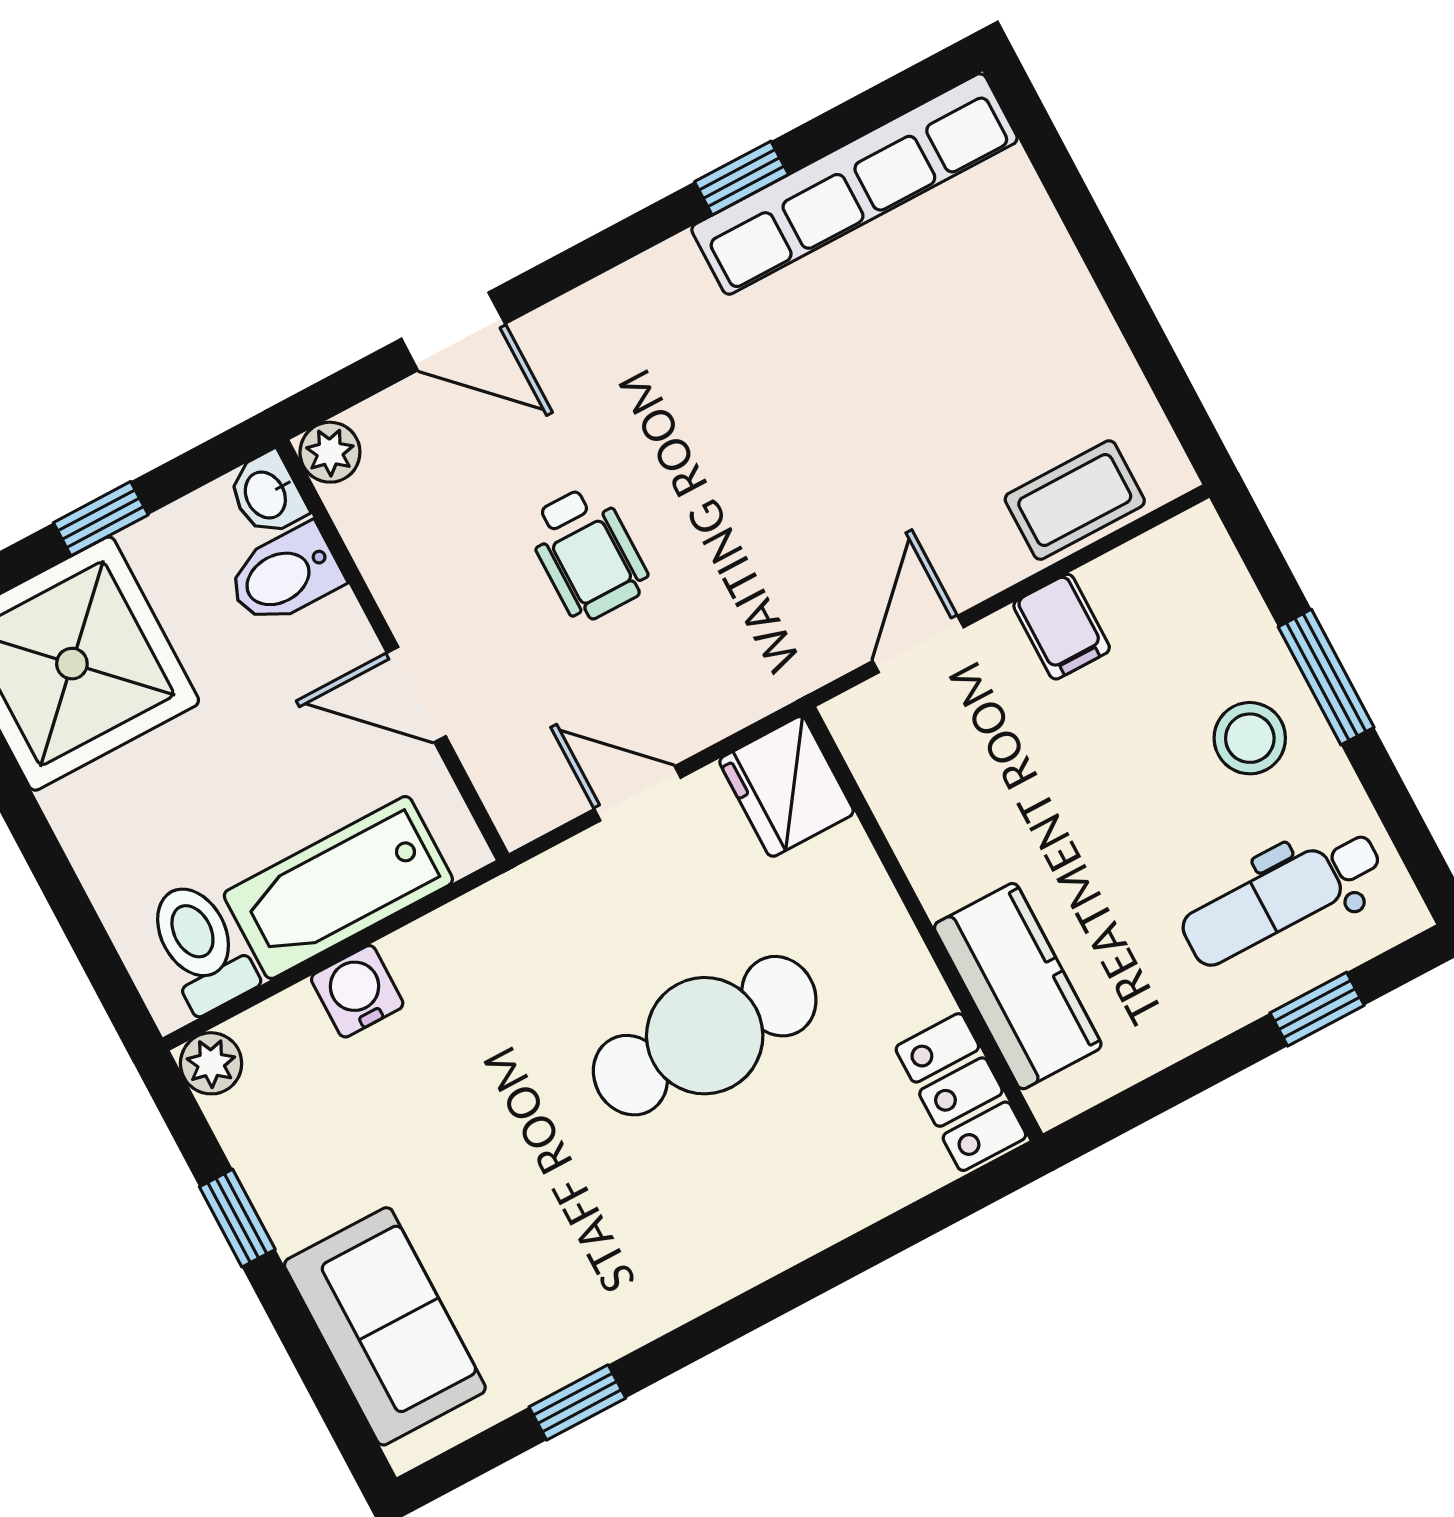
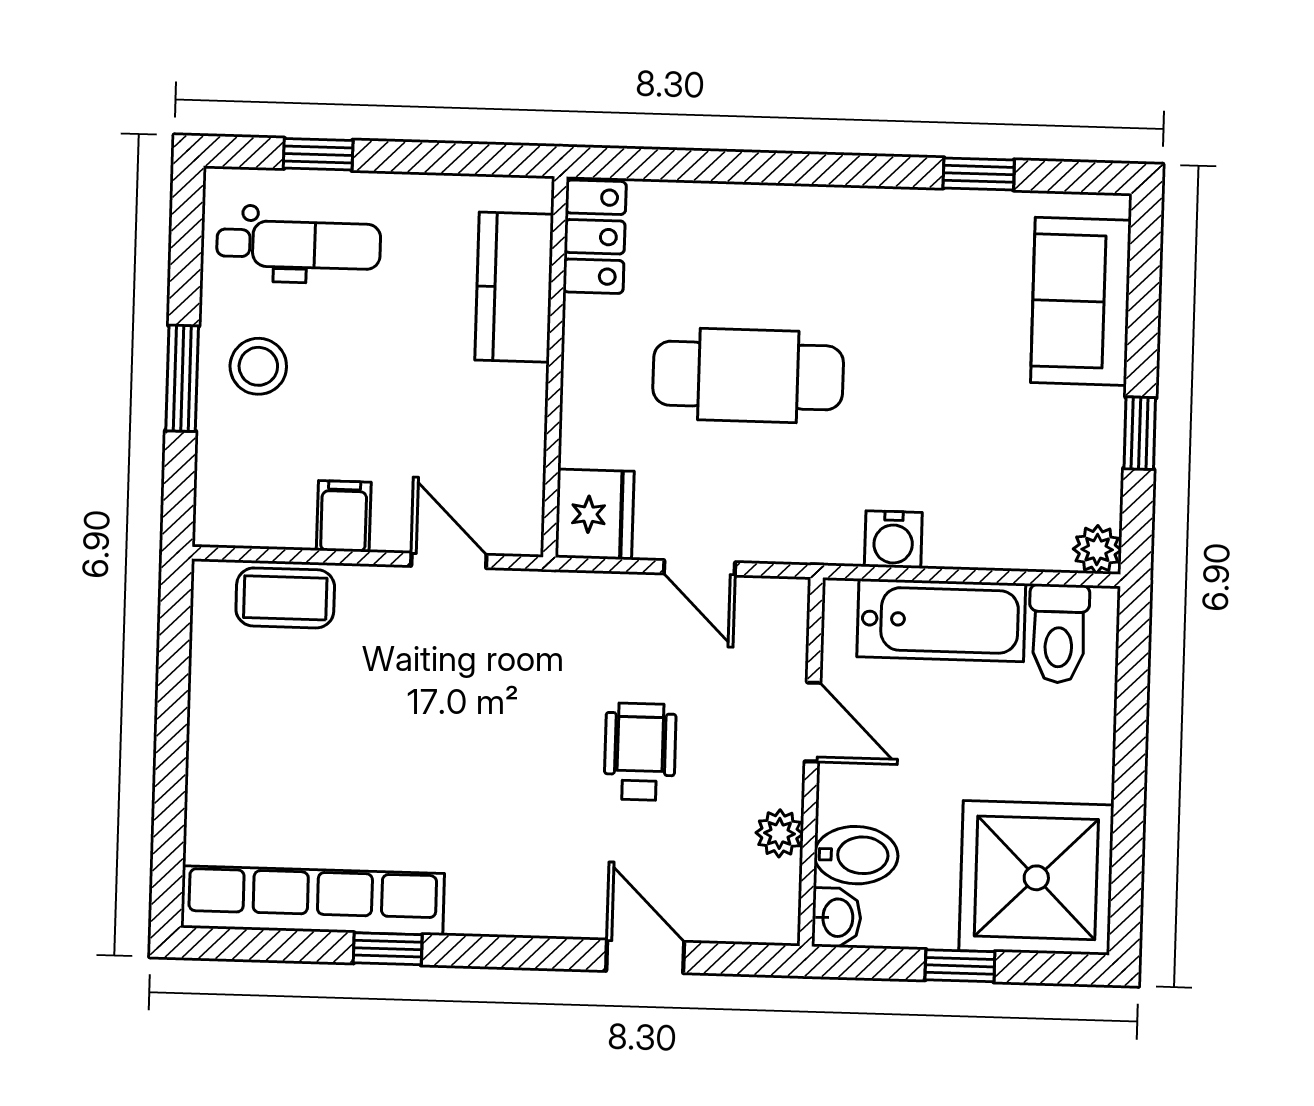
plant: (330, 452) -> (779, 833), moved
door: (918, 644) -> (449, 560), swing flipped
water cooler: (357, 991) -> (893, 539), moved

